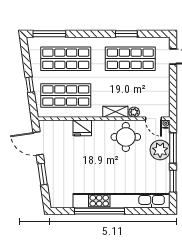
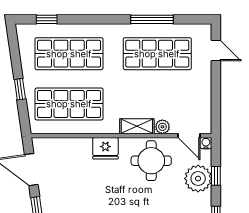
window: (49, 34) -> (47, 19), width x0.46
window: (126, 34) -> (152, 19), width x1.44
fridge: (82, 128) -> (105, 148), moved
window: (173, 148) -> (216, 176), width x0.46

